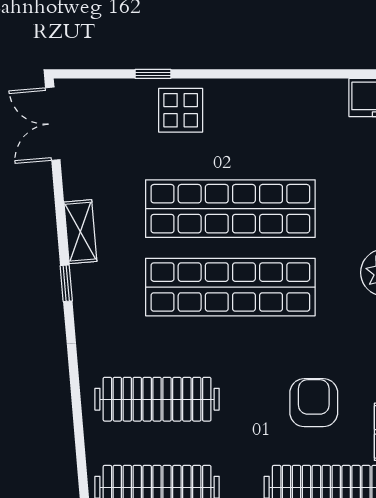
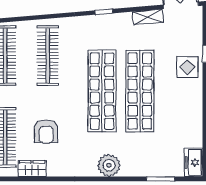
shelving: (80, 232) -> (148, 17), moved
armchair: (314, 403) -> (46, 131), turned 90

